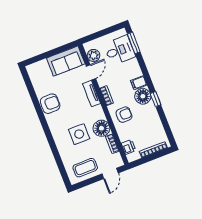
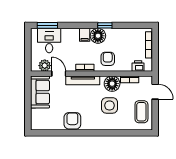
tv unit: (92, 94) -> (83, 80), width x1.41

